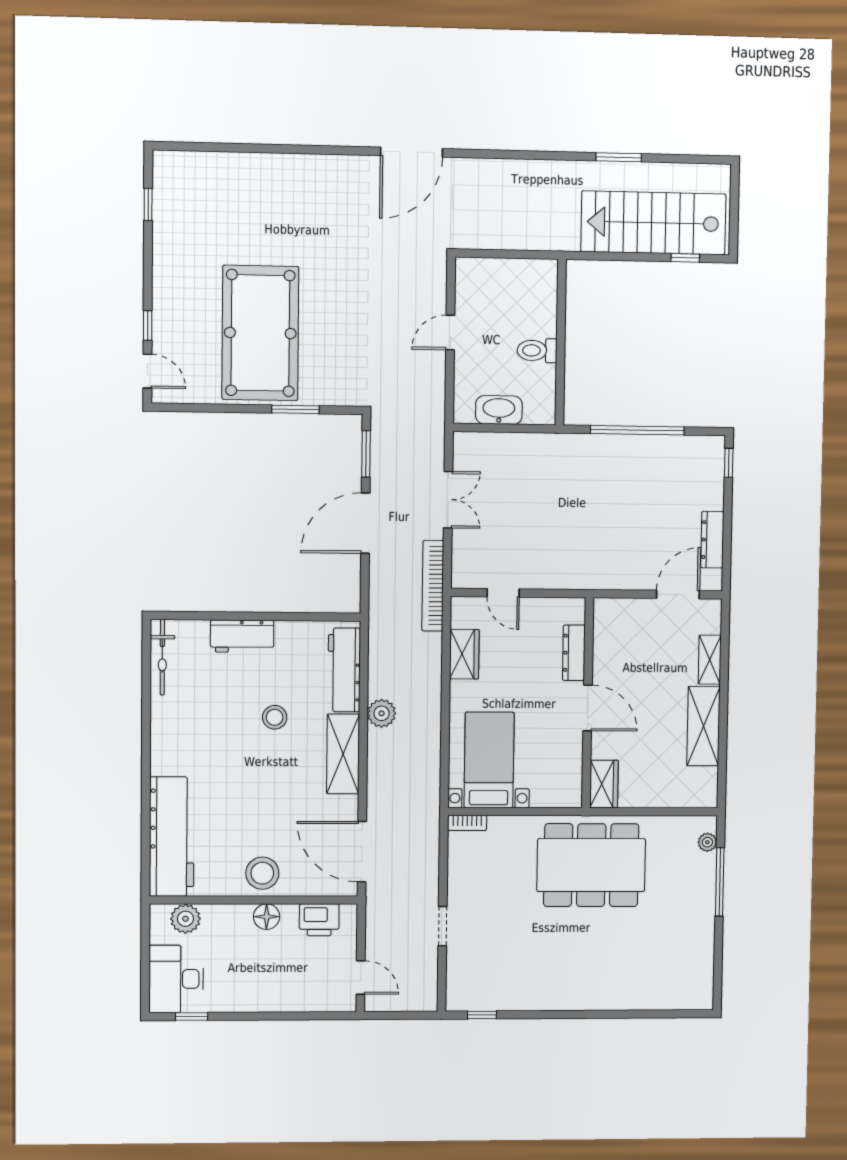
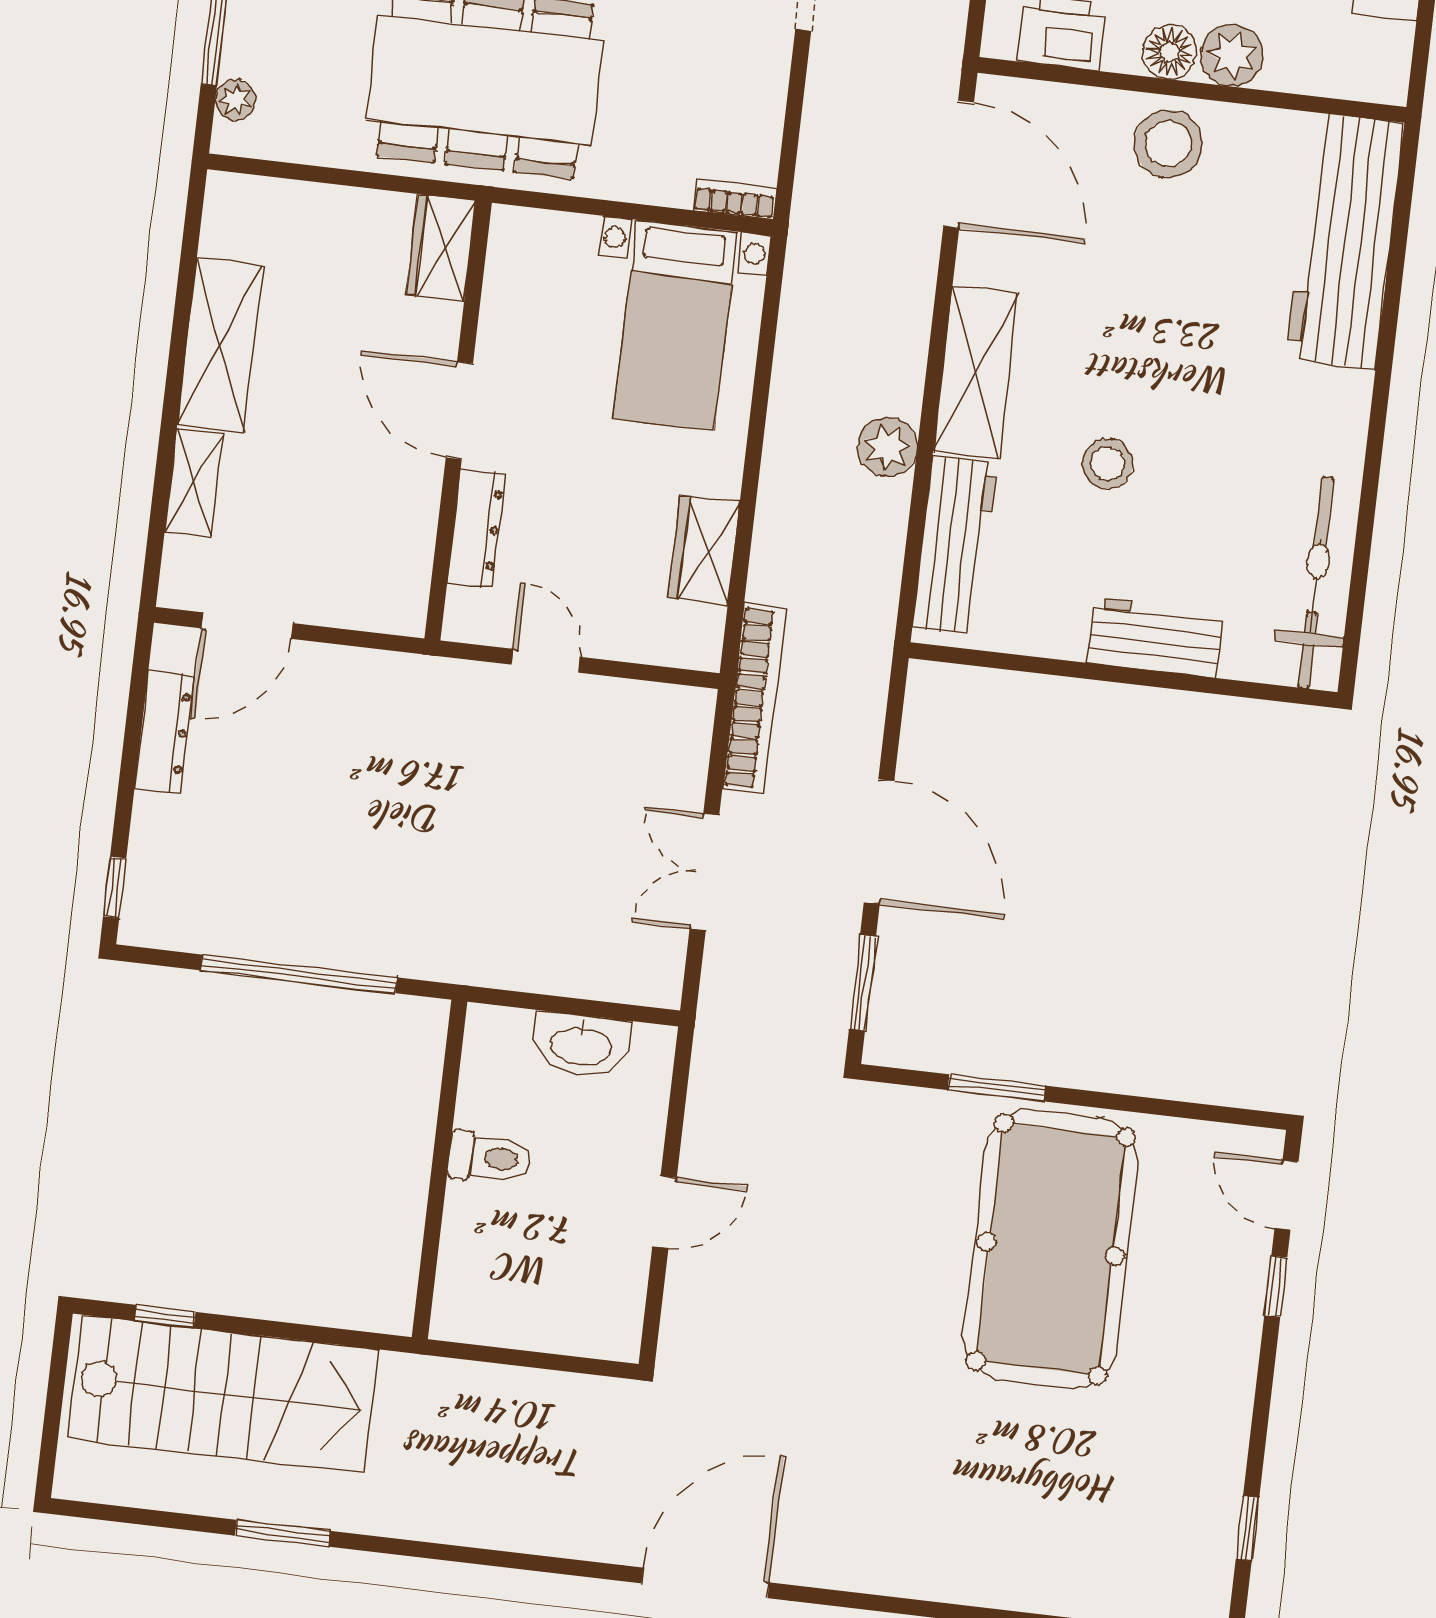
door: (365, 523) -> (879, 842), hinge flipped
door: (503, 593) -> (546, 661), moved
bicycle: (162, 657) -> (1316, 583), width x1.37, depth x1.40
plant: (185, 919) -> (1232, 55), moved

